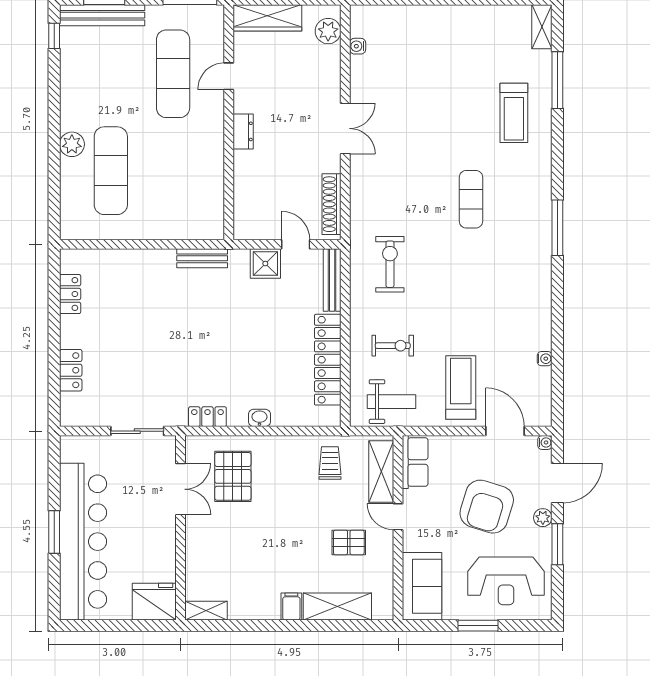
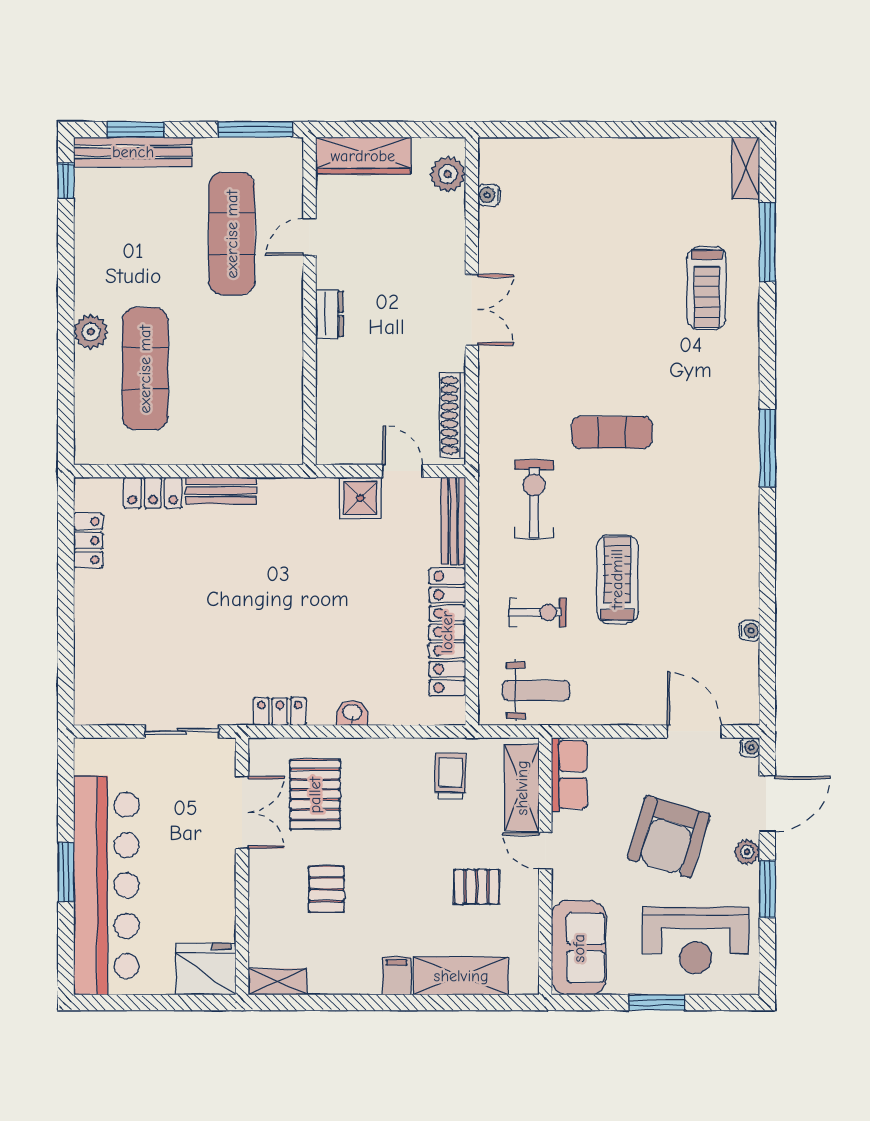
exercise mat: (471, 199) -> (612, 432), moved, turned 90
bench: (202, 258) -> (221, 491), moved
locker: (71, 370) -> (153, 493), moved, turned 90
treadmill: (461, 387) -> (617, 579), moved
pallet: (241, 544) -> (327, 889), added

